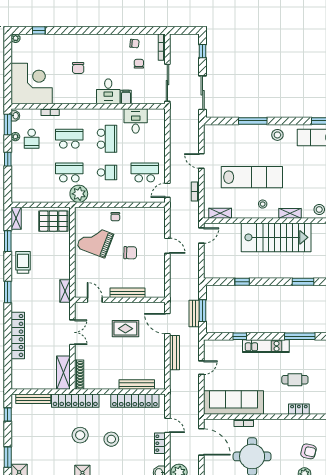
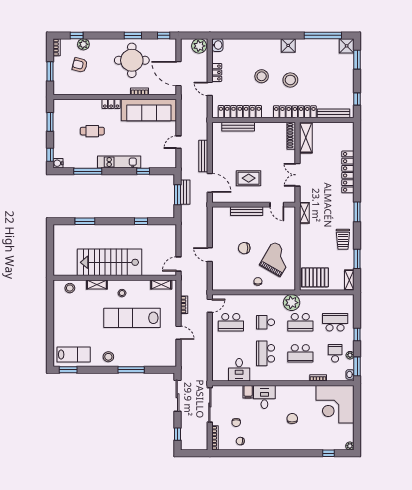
school desk: (32, 172) -> (335, 322), added
grand piano: (95, 241) -> (276, 259), turned -81
locker: (299, 409) -> (111, 104), moved

